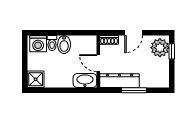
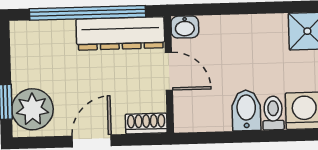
washbasin: (85, 80) -> (185, 27), width x0.52, depth x0.69
window: (134, 90) -> (87, 13), width x2.11

